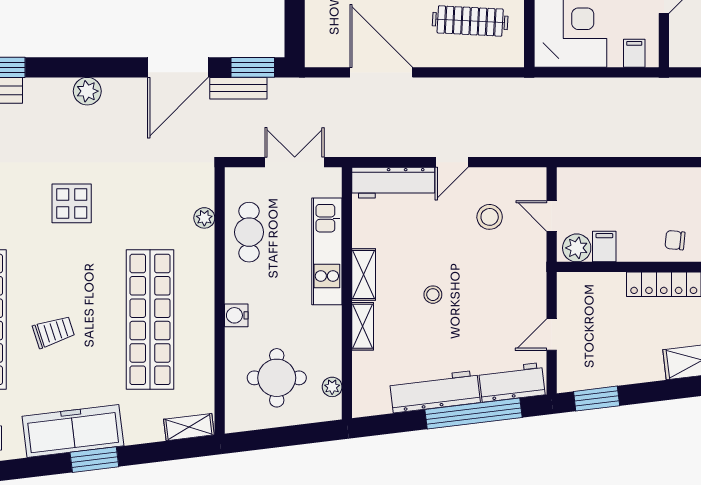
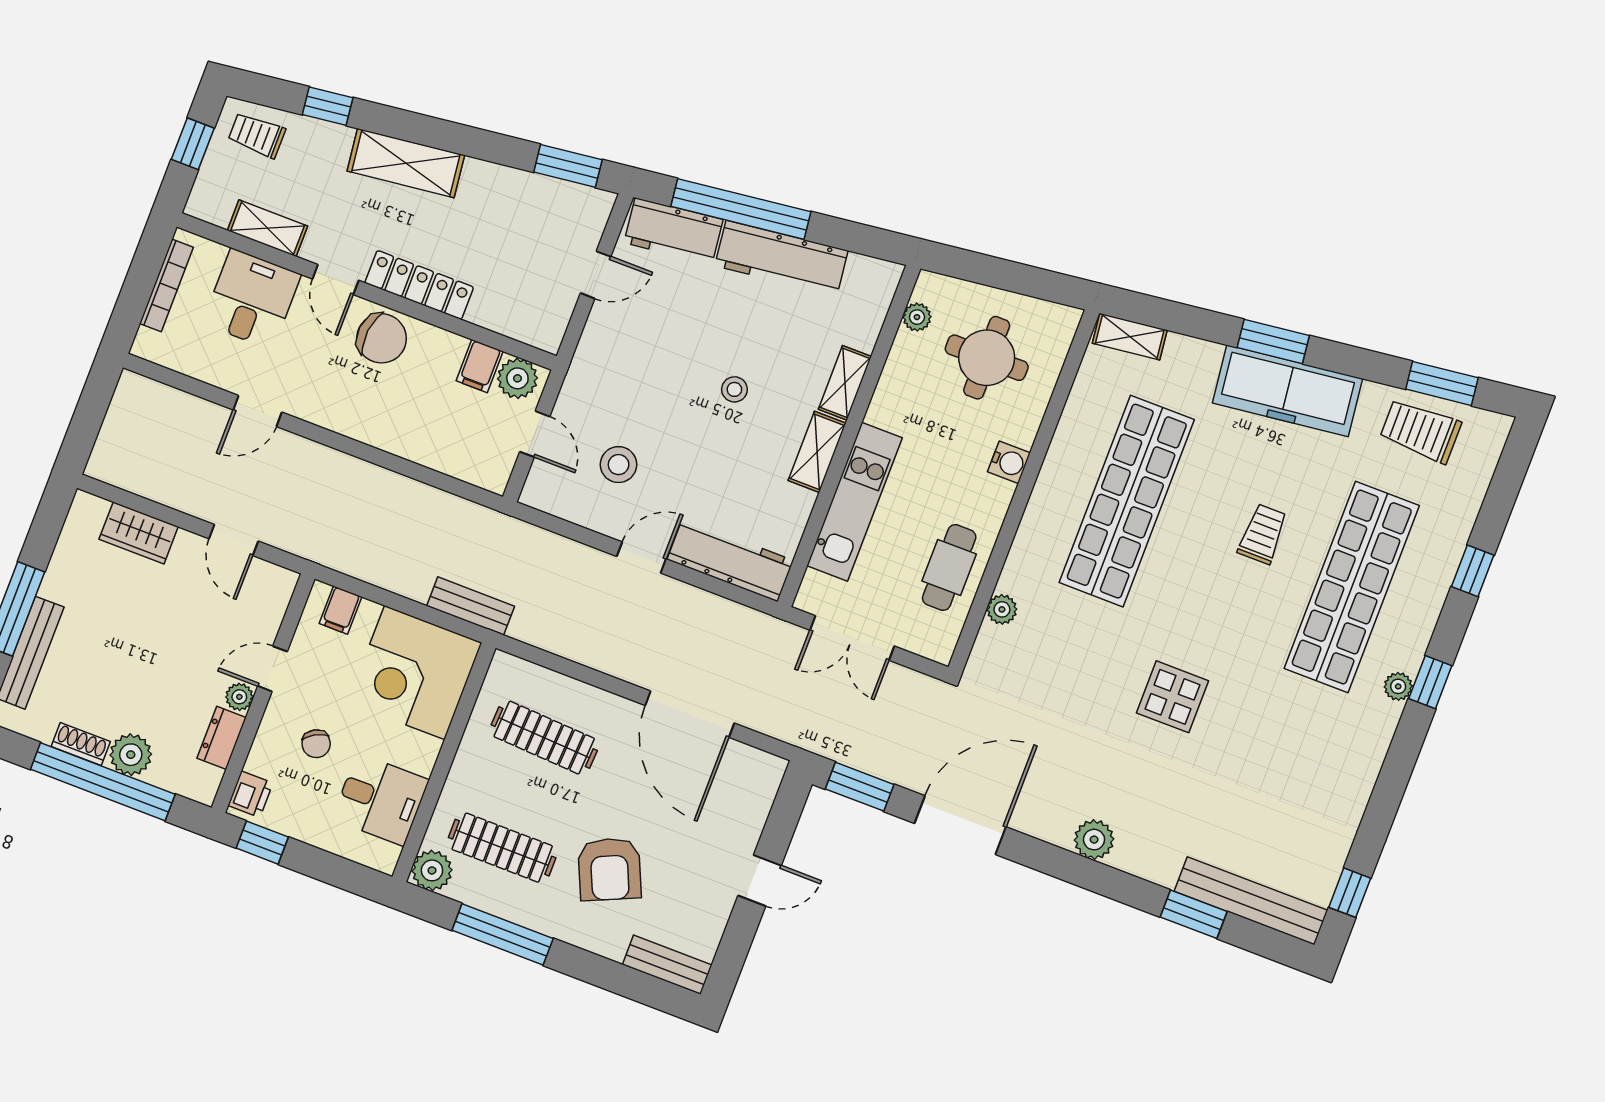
bench: (238, 88) -> (471, 606), moved
chair: (675, 240) -> (382, 338), width x1.87, depth x1.87
trolley: (54, 332) -> (1263, 534), turned 108

